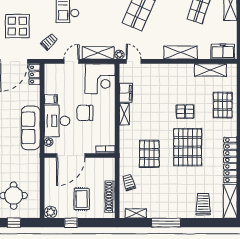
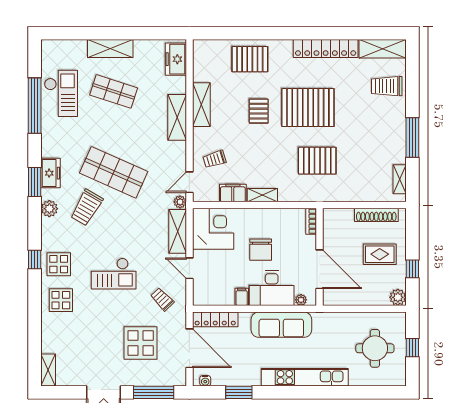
shelving: (211, 70) -> (201, 105), moved
locker: (35, 74) -> (215, 319), width x1.53
trolley: (129, 182) -> (214, 159), moved

